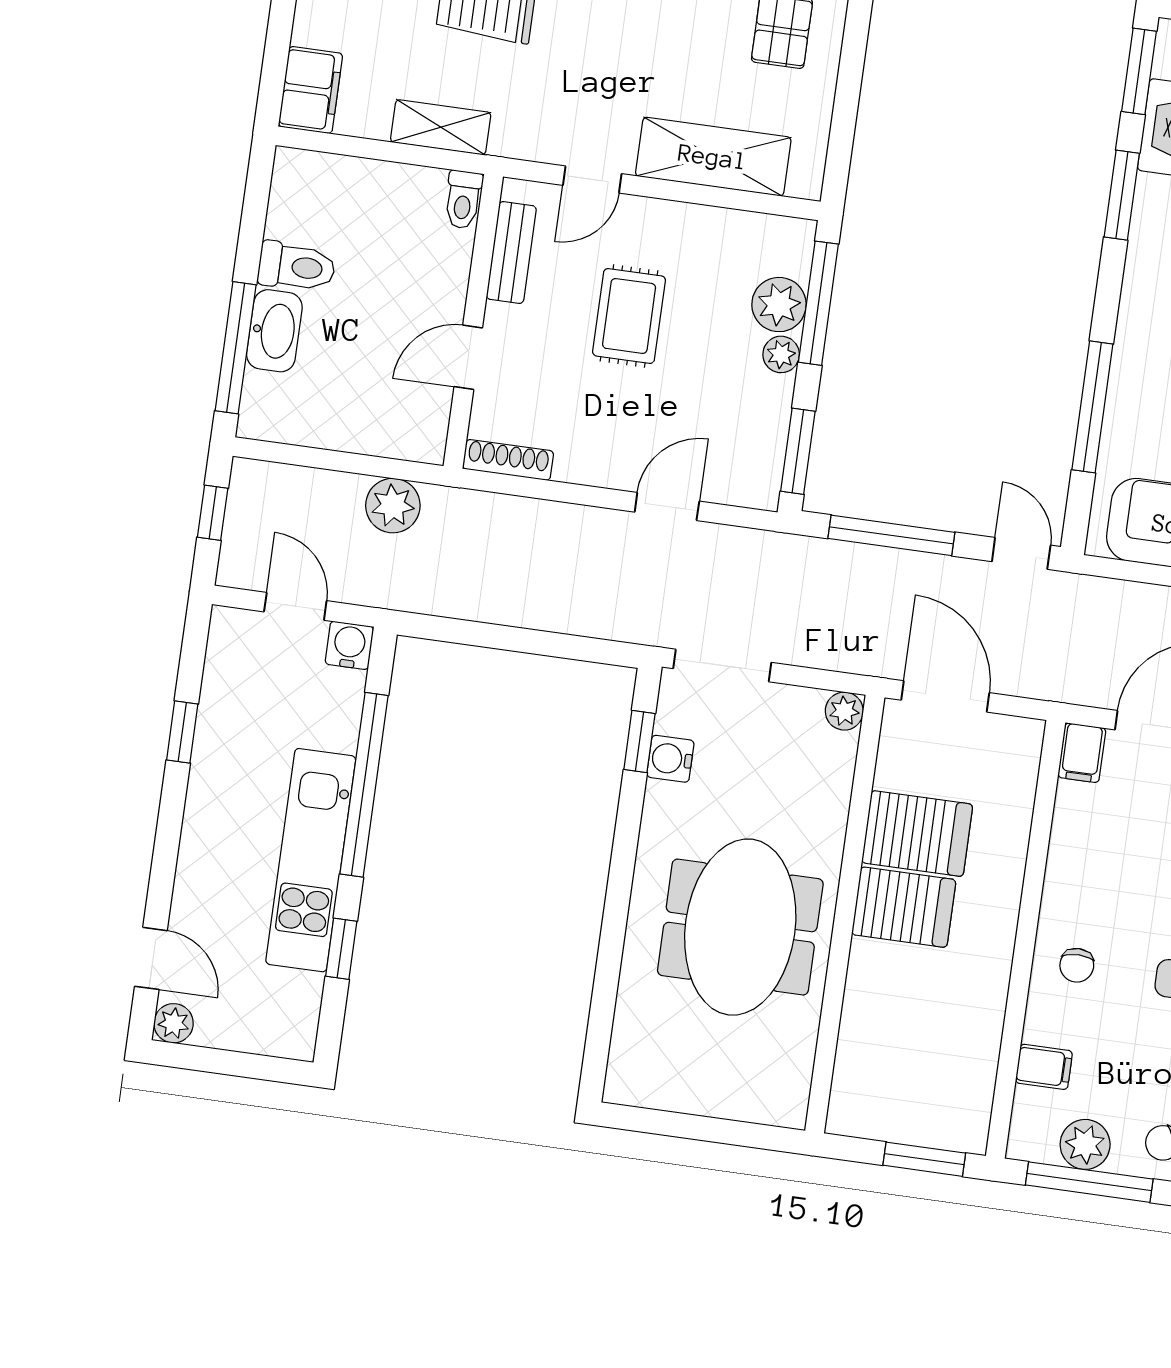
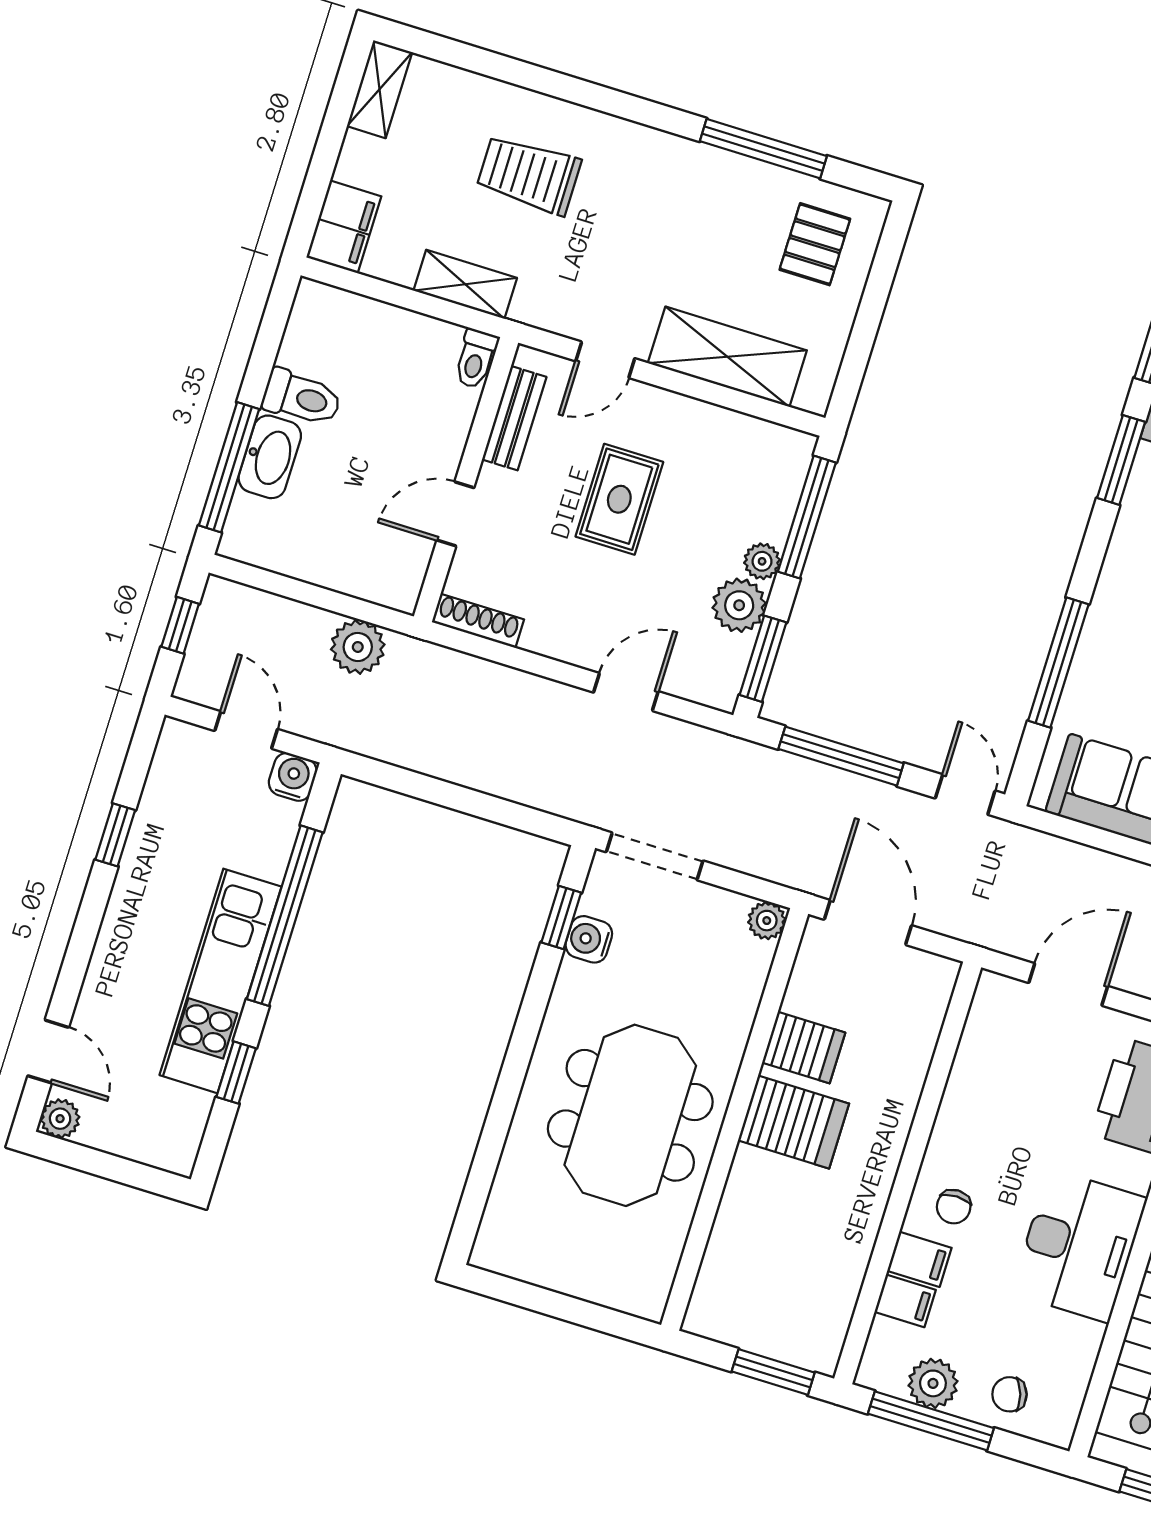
plant: (779, 305) -> (739, 605), moved
filing cabinet: (1082, 753) -> (919, 1259), moved, turned -90
server rack: (917, 834) -> (804, 1048), width x0.73, depth x0.70

